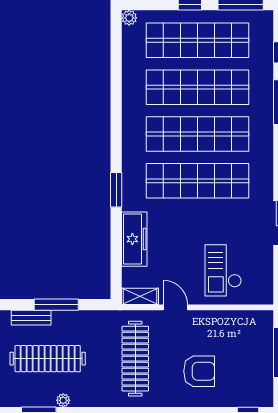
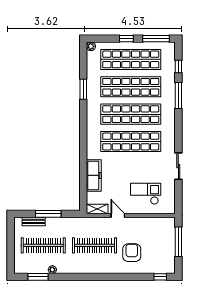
window: (116, 190) -> (83, 89), moved
checkout: (223, 270) -> (146, 194), turned 90
clothes rail: (135, 359) -> (94, 245), turned 90
armchair: (199, 371) -> (132, 253), turned -90

